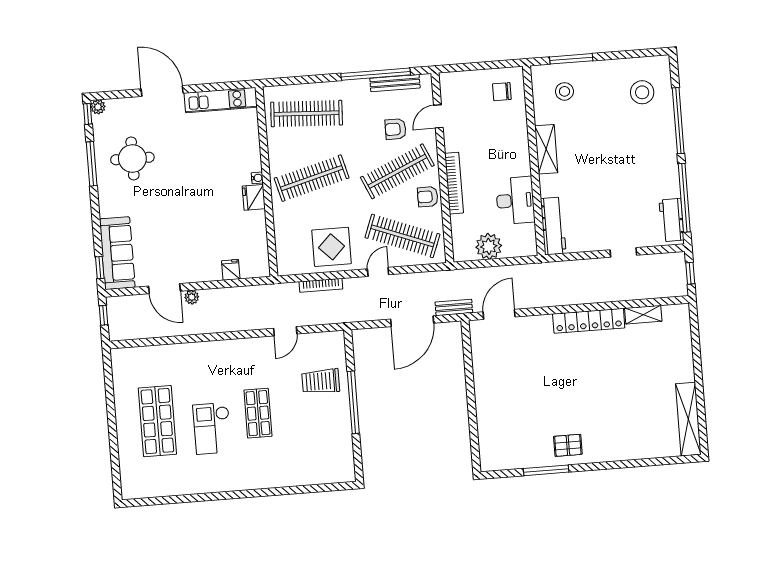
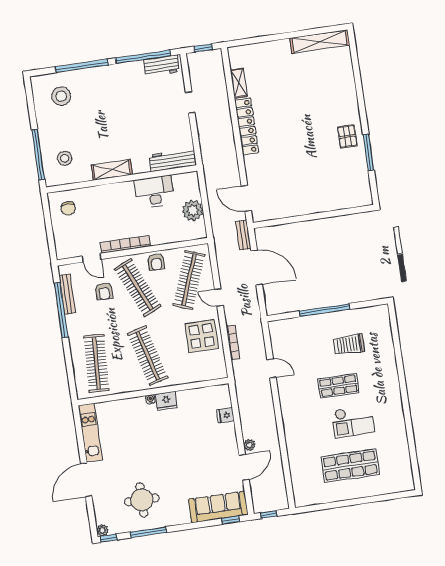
window: (571, 59) -> (38, 155), width x1.46
bookcase: (454, 183) -> (125, 244), moved
trolley: (321, 381) -> (349, 345), moved, turned 90

